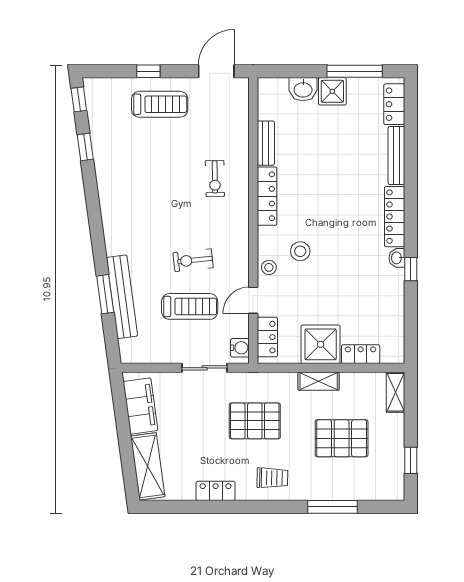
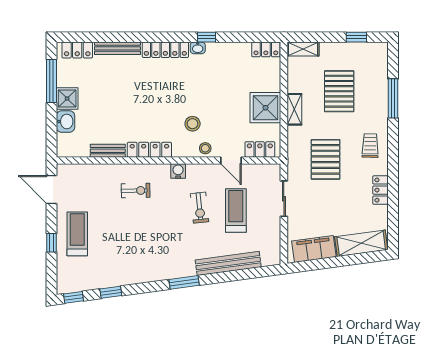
window: (105, 294) -> (184, 282), moved
water cooler: (240, 348) -> (178, 171), moved
locker: (361, 354) -> (266, 49), moved, turned -90

